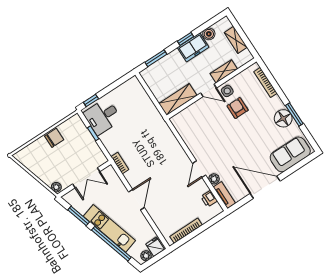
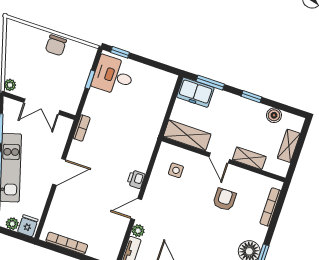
freezer: (193, 47) -> (195, 92), moved
side table: (227, 91) -> (176, 170), moved
chair: (54, 138) -> (56, 45), turned 90
printer: (209, 199) -> (136, 179), moved

